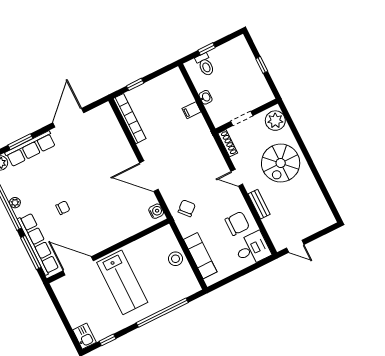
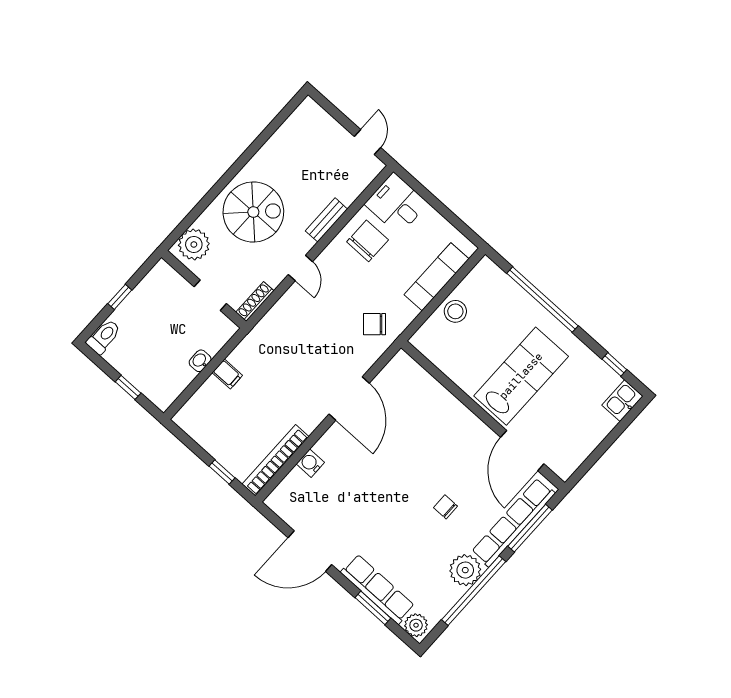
toilet: (205, 65) -> (104, 337), moved
plant: (15, 203) -> (465, 570), width x1.87, depth x1.87
water cooler: (156, 211) -> (310, 463), moved
chair: (237, 223) -> (368, 241), turned 90

